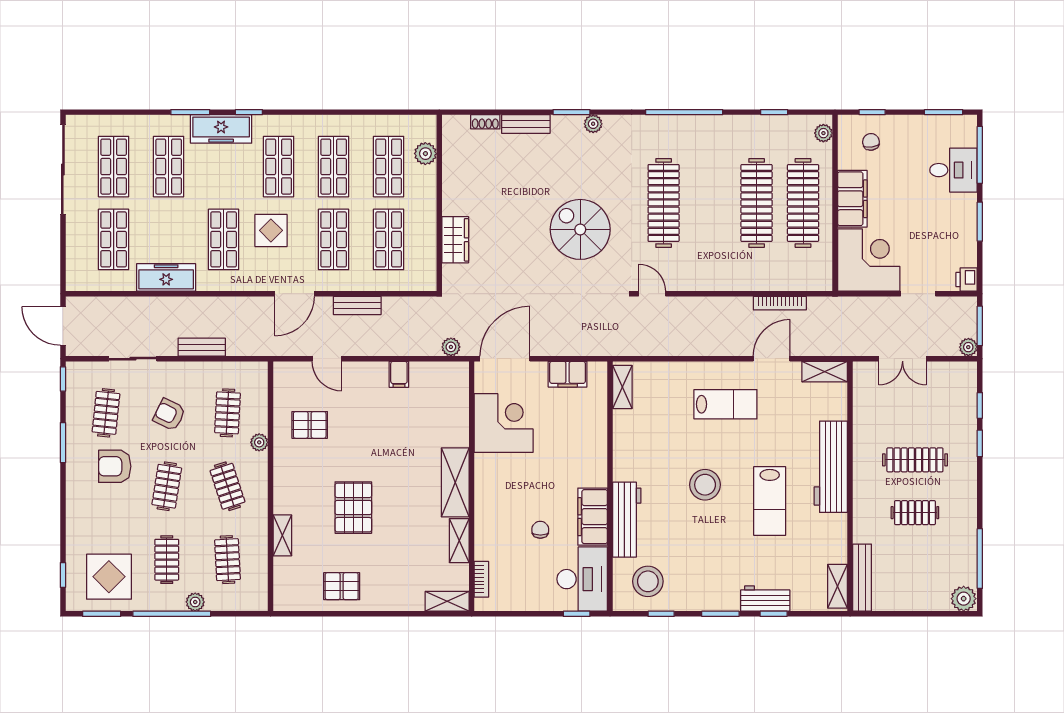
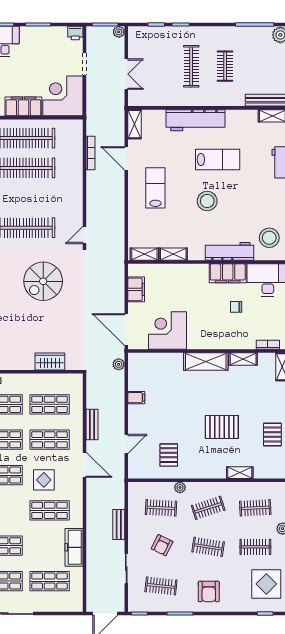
shelving: (622, 432) -> (173, 254), added
armchair: (115, 466) -> (209, 592), moved

